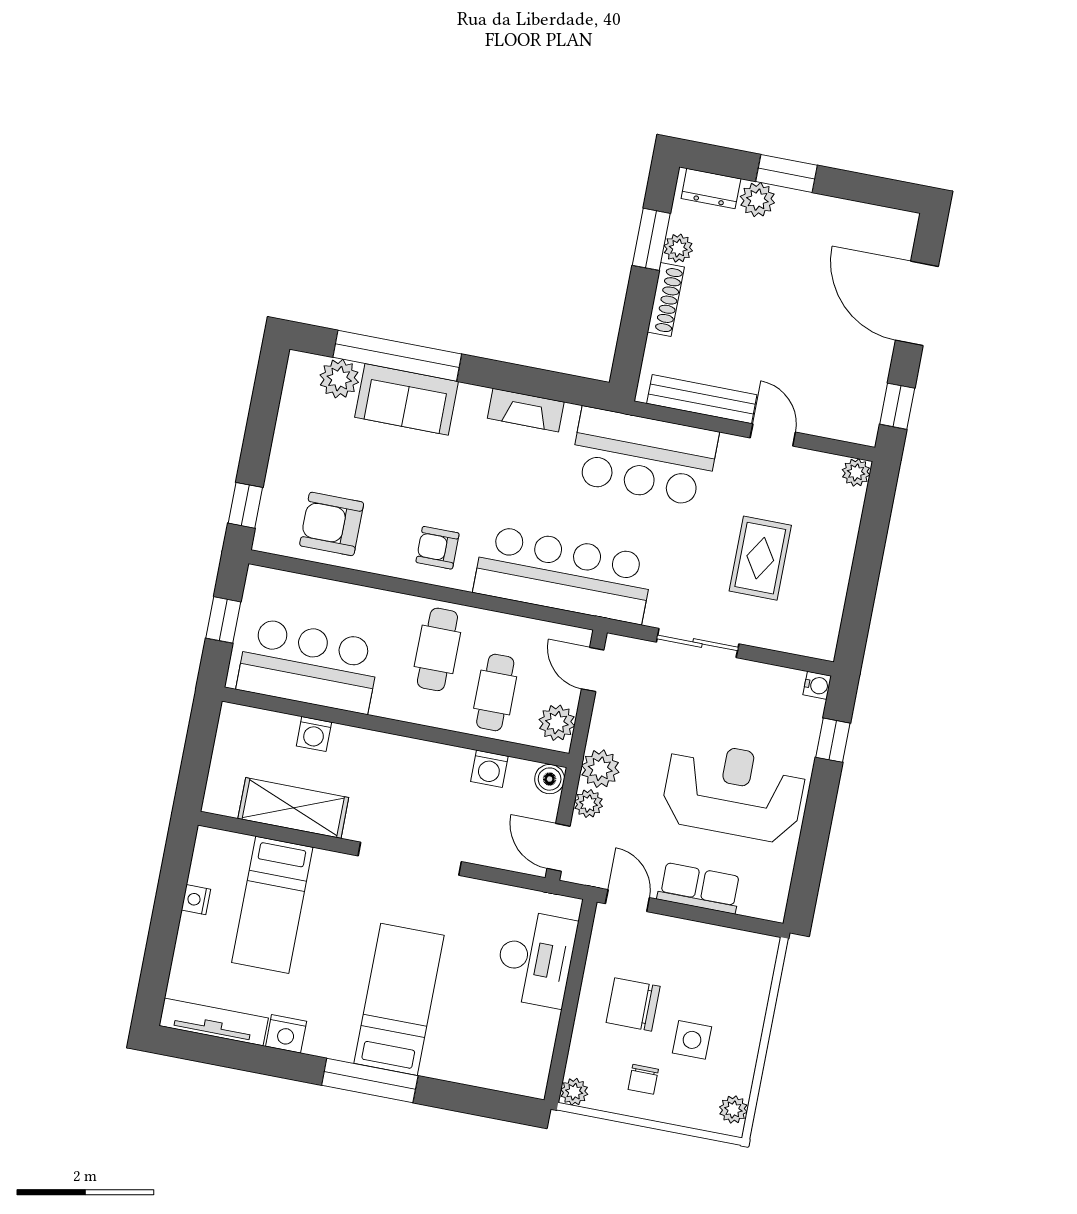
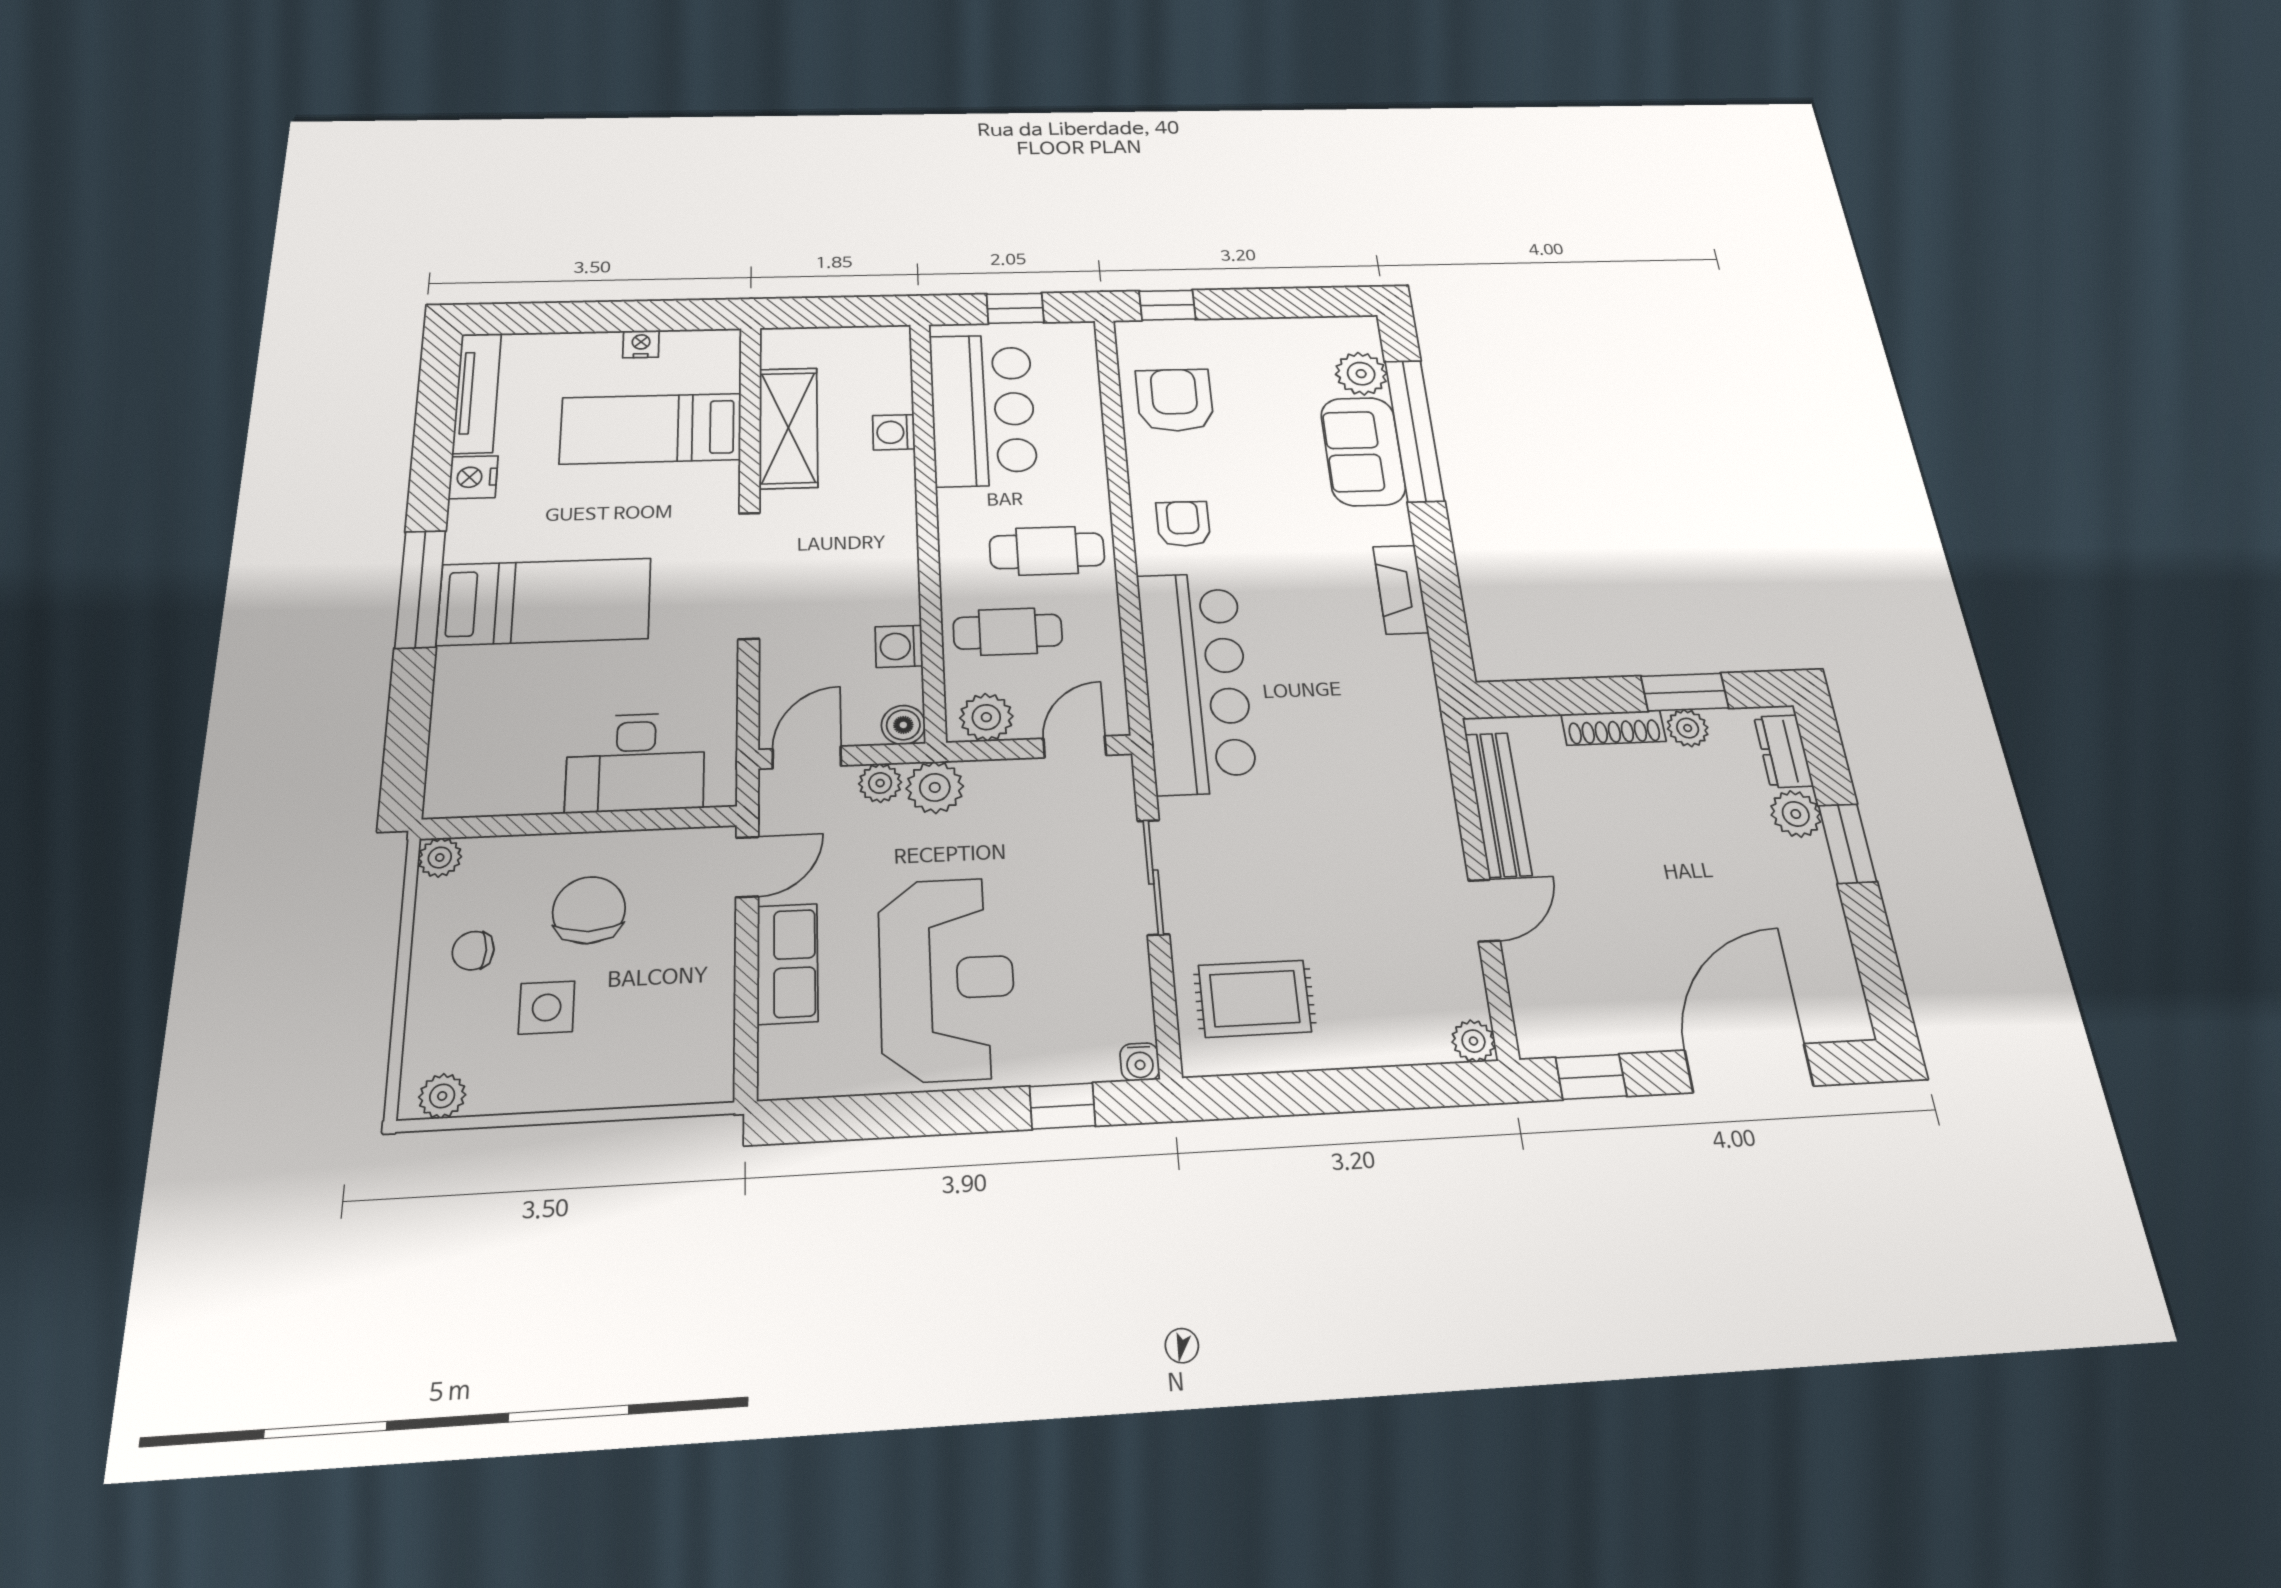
bar counter: (644, 457) -> (1392, 747), removed
rug: (760, 558) -> (1255, 999), moved

